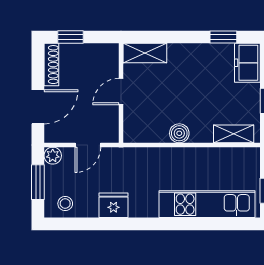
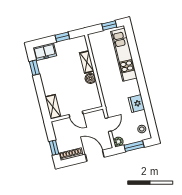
shelving: (234, 134) -> (87, 62), moved
door: (88, 145) -> (108, 125), hinge flipped

